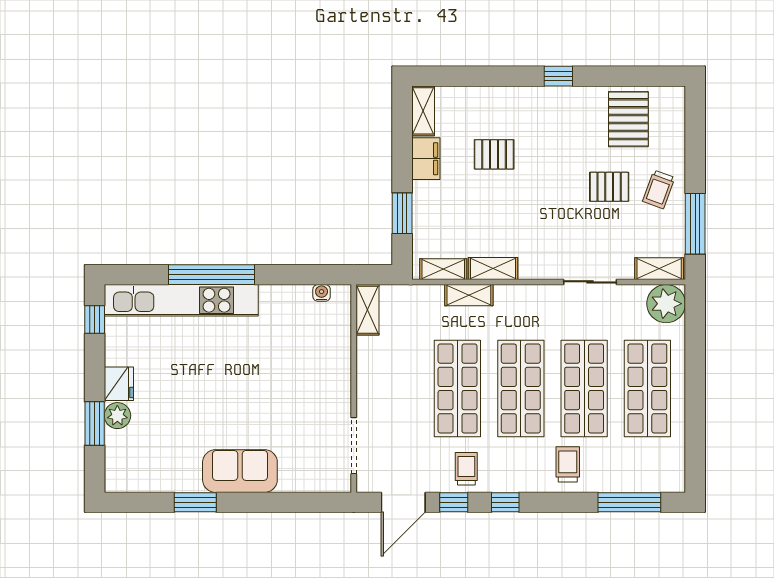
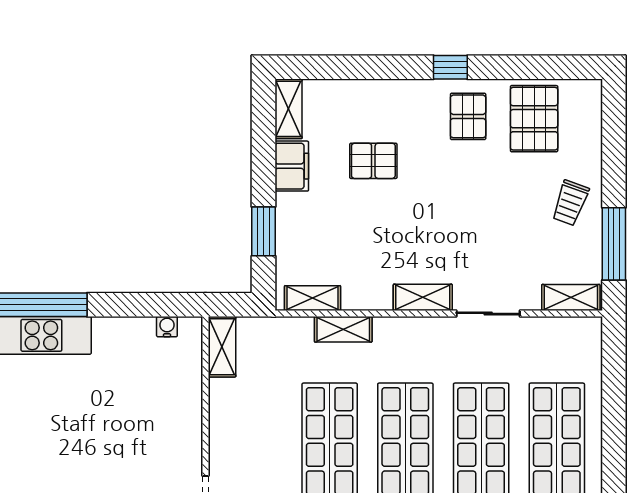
pallet: (609, 187) -> (468, 116), moved, turned 90
shelving: (493, 268) -> (423, 297), moved
plant: (666, 304) -> (579, 339), removed

